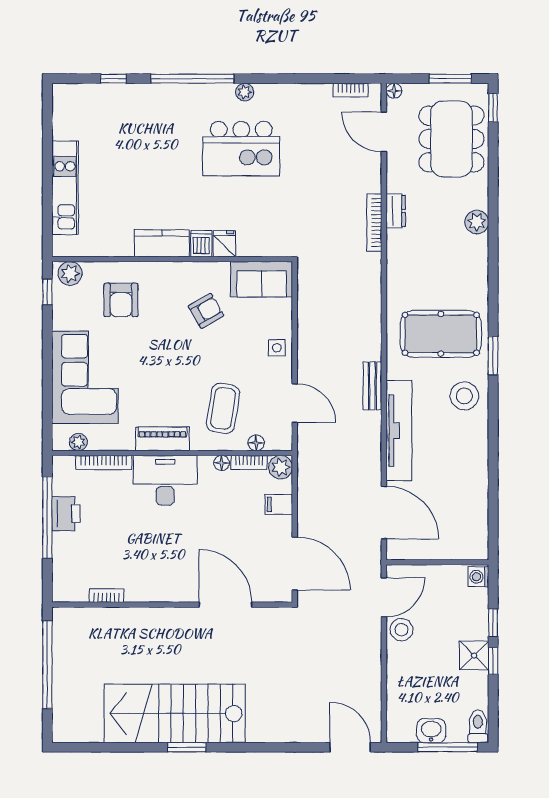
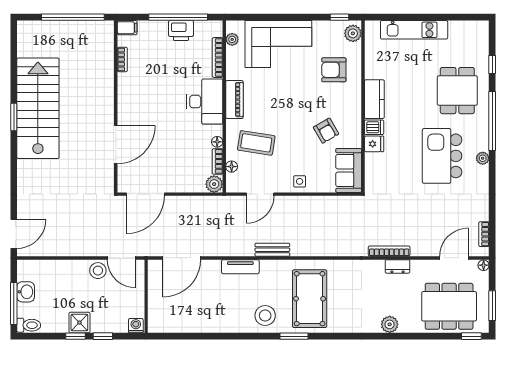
dining table: (150, 127) -> (457, 91), added
tv unit: (399, 431) -> (240, 267), width x0.52, depth x0.78
filing cabinet: (279, 504) -> (127, 28), moved, turned 90

